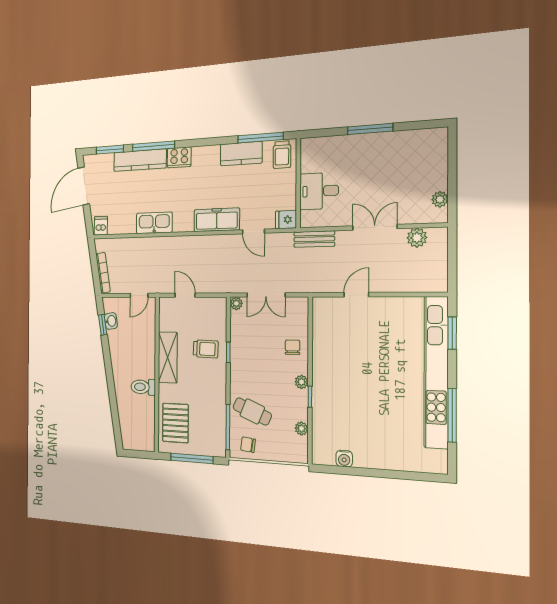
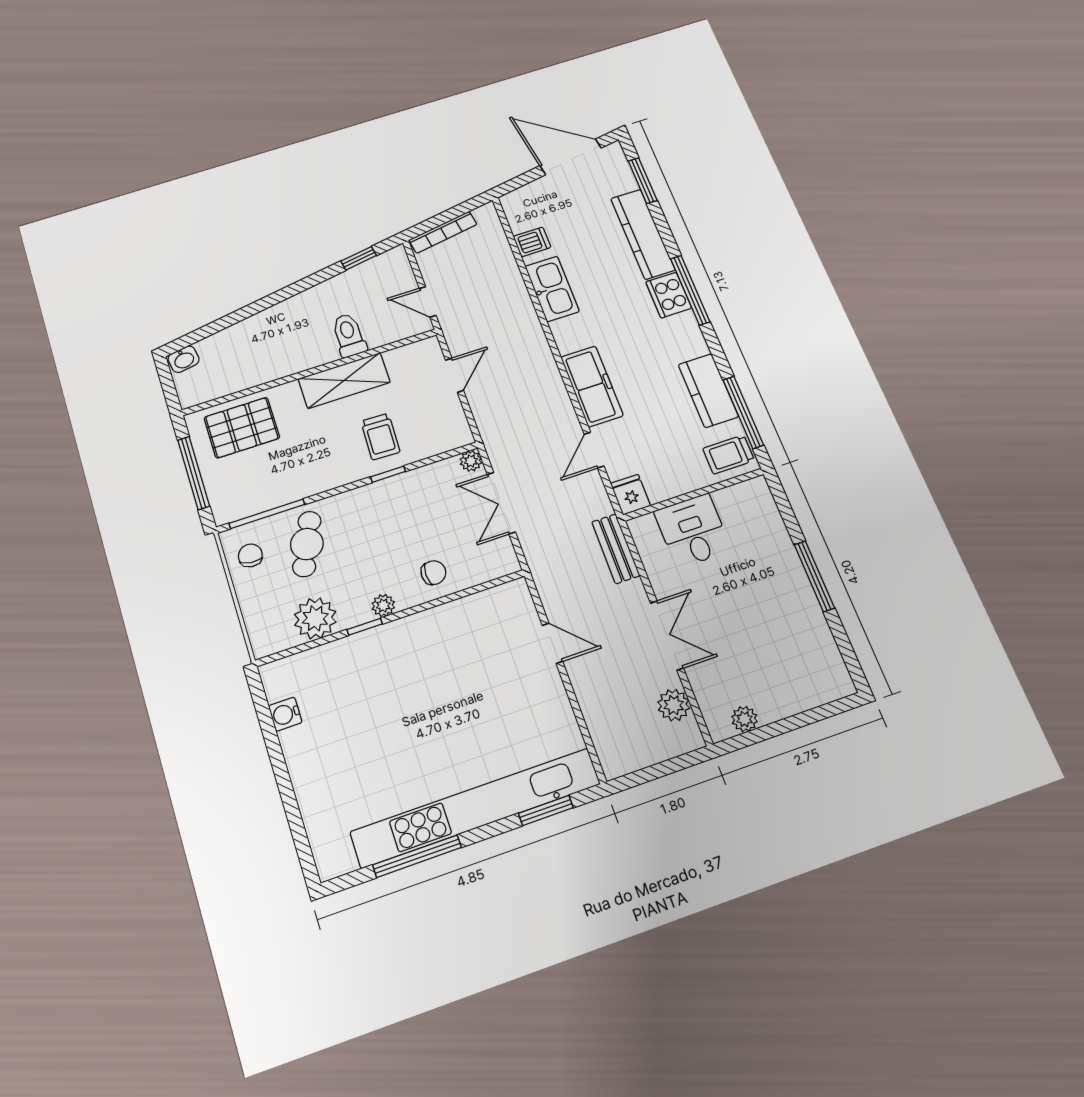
window: (153, 146) -> (690, 290), moved
dishwasher: (101, 226) -> (532, 242), moved
washbasin: (111, 321) -> (184, 359), moved
toilet: (143, 387) -> (349, 335), moved
plant: (301, 428) -> (315, 618), width x1.87, depth x1.87

